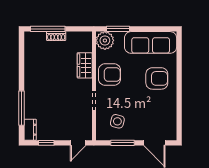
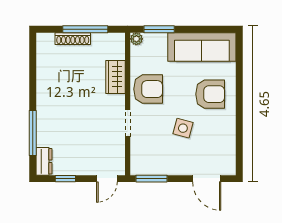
window: (48, 29) -> (85, 29), moved
shoe rack: (56, 36) -> (73, 39), width x1.43
plant: (105, 40) -> (136, 39), width x0.53, depth x0.53
side table: (117, 121) -> (183, 128), moved
window: (122, 143) -> (151, 179), moved

